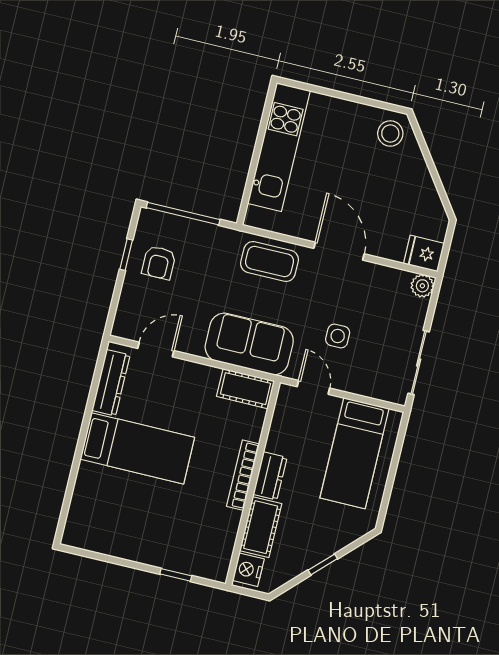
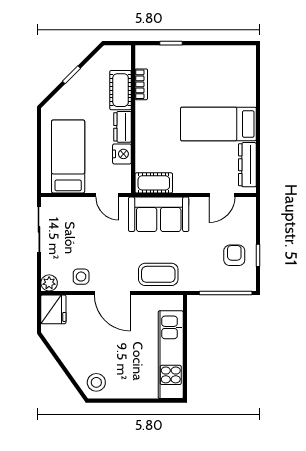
fridge: (424, 254) -> (53, 309), width x1.38
side table: (338, 336) -> (81, 277), moved
bookcase: (243, 475) -> (141, 84), moved, width x0.64
nightstand: (248, 570) -> (122, 154), moved

